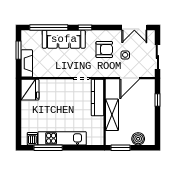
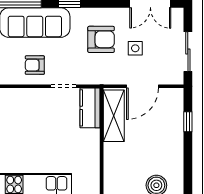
armchair: (64, 65) -> (35, 65), added
kitchen counter: (97, 98) -> (90, 108), width x0.67
shelving: (112, 115) -> (114, 116), moved

